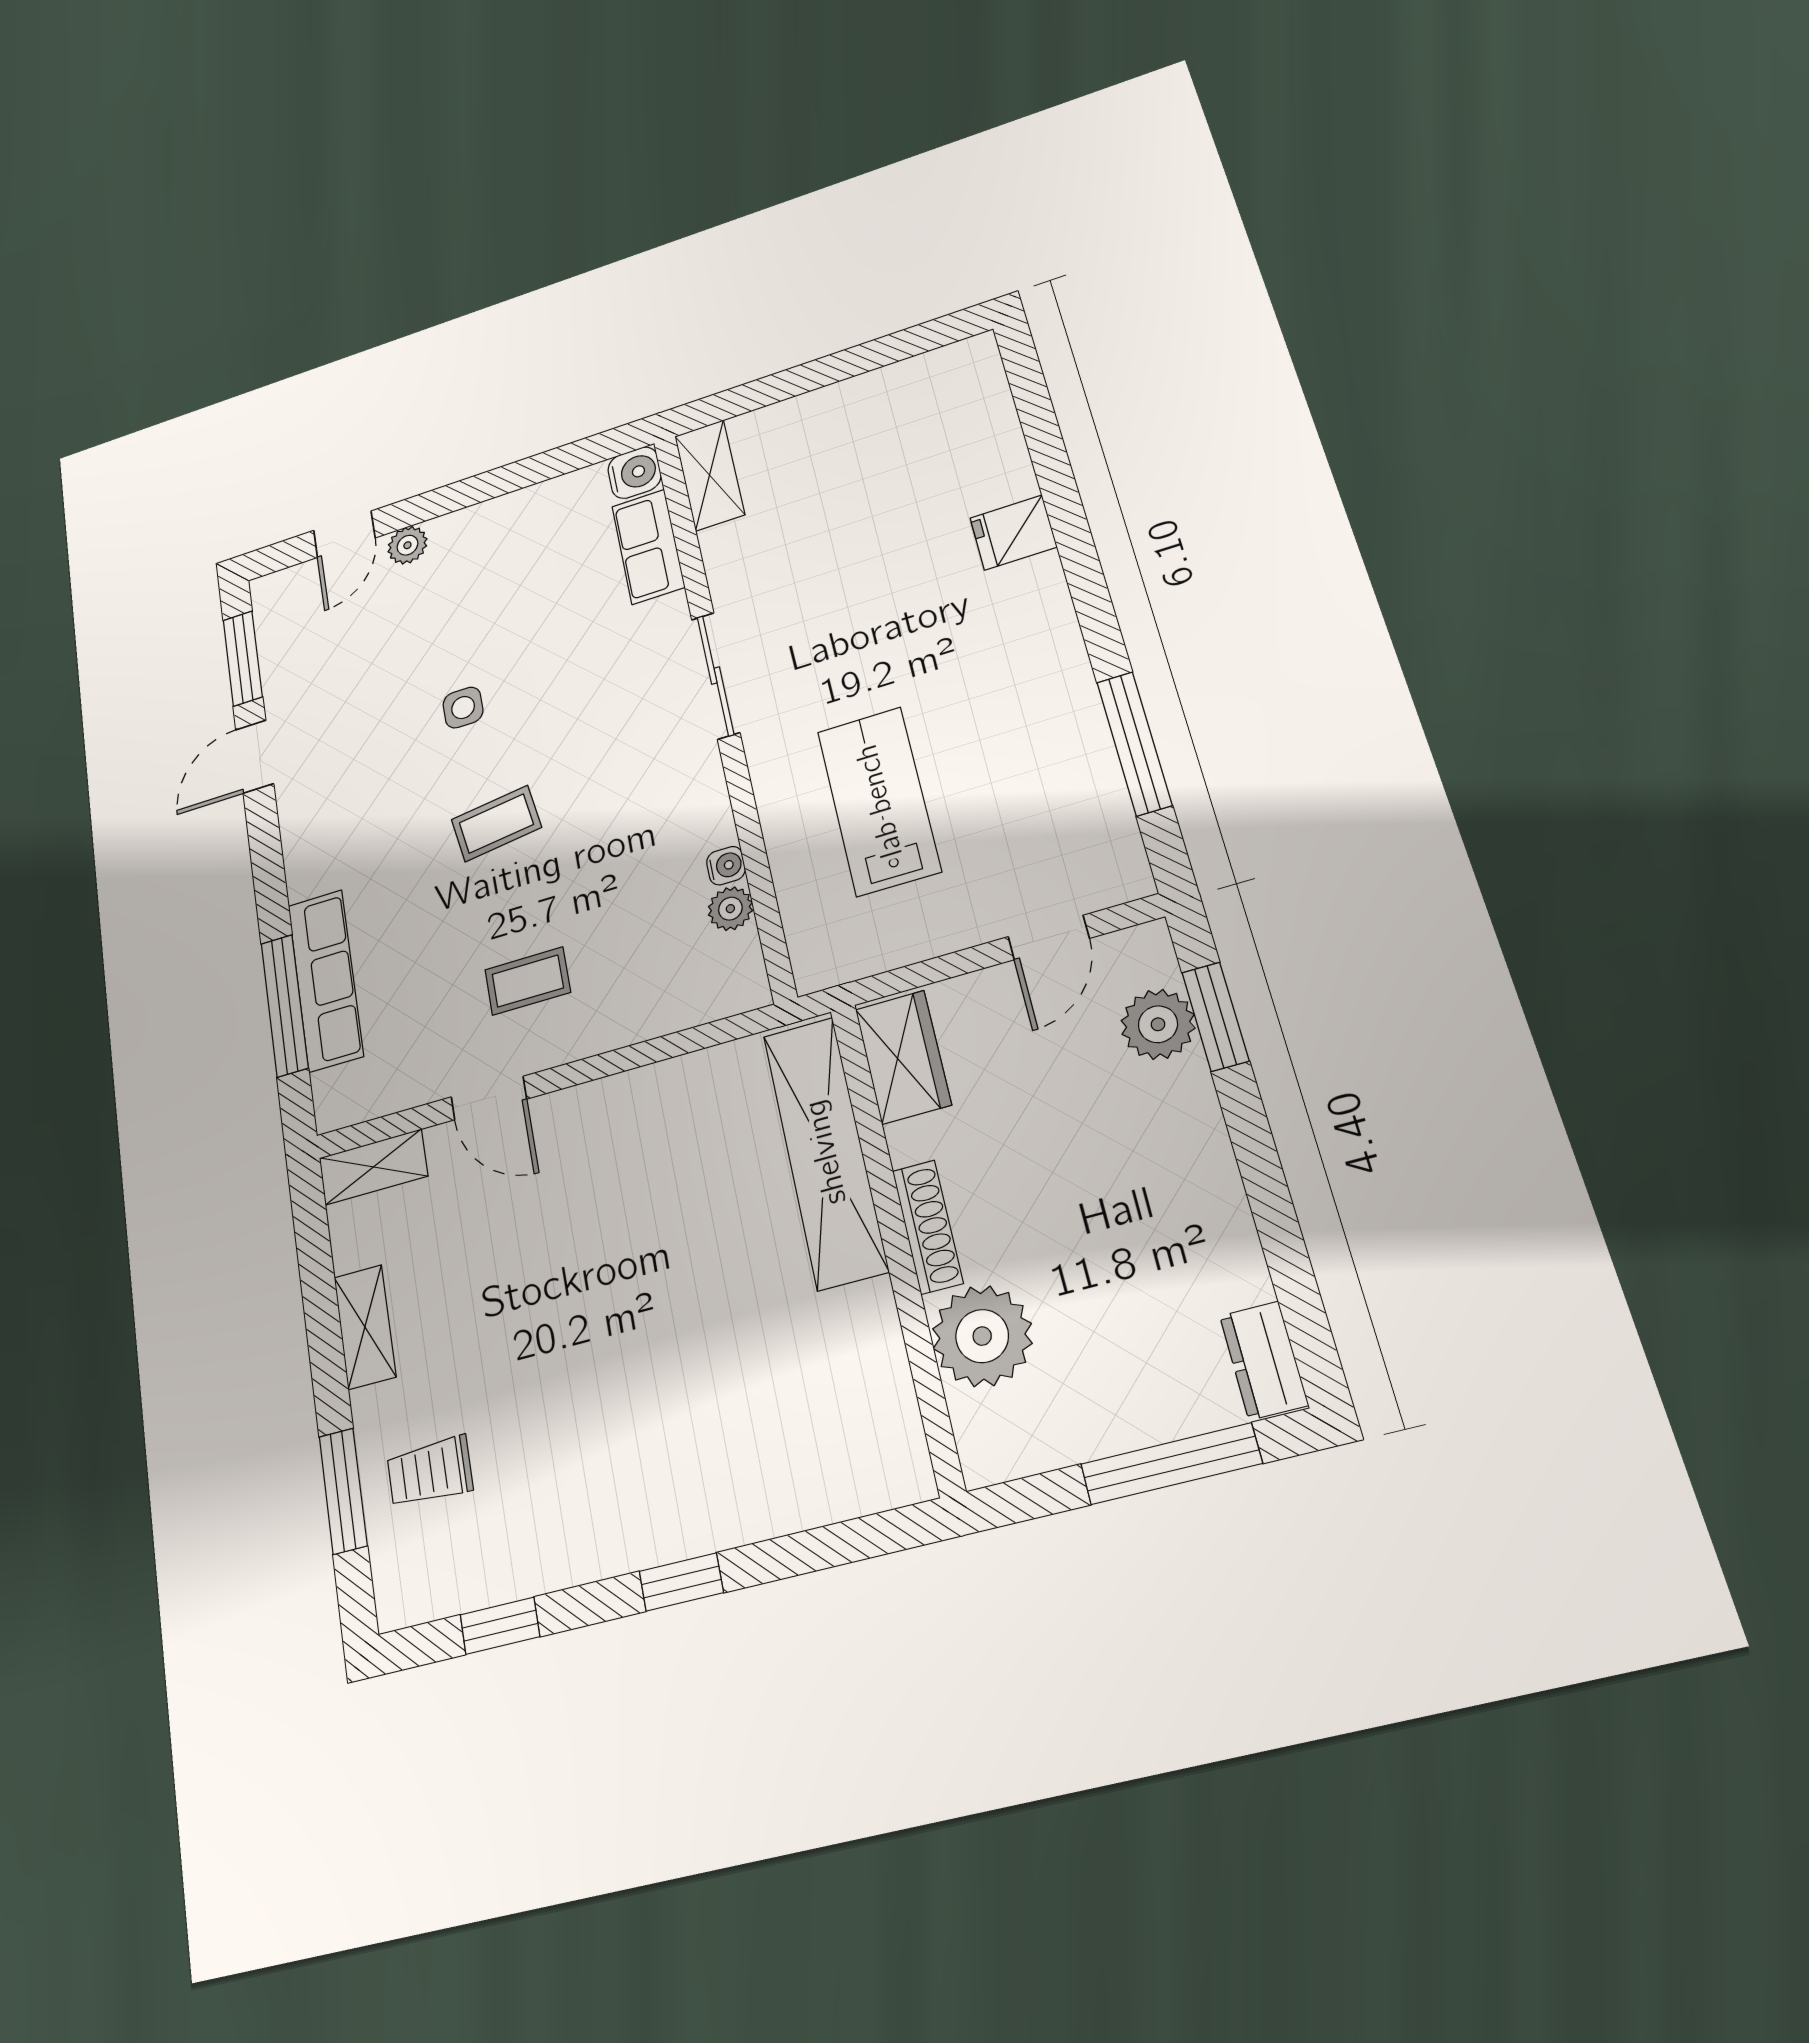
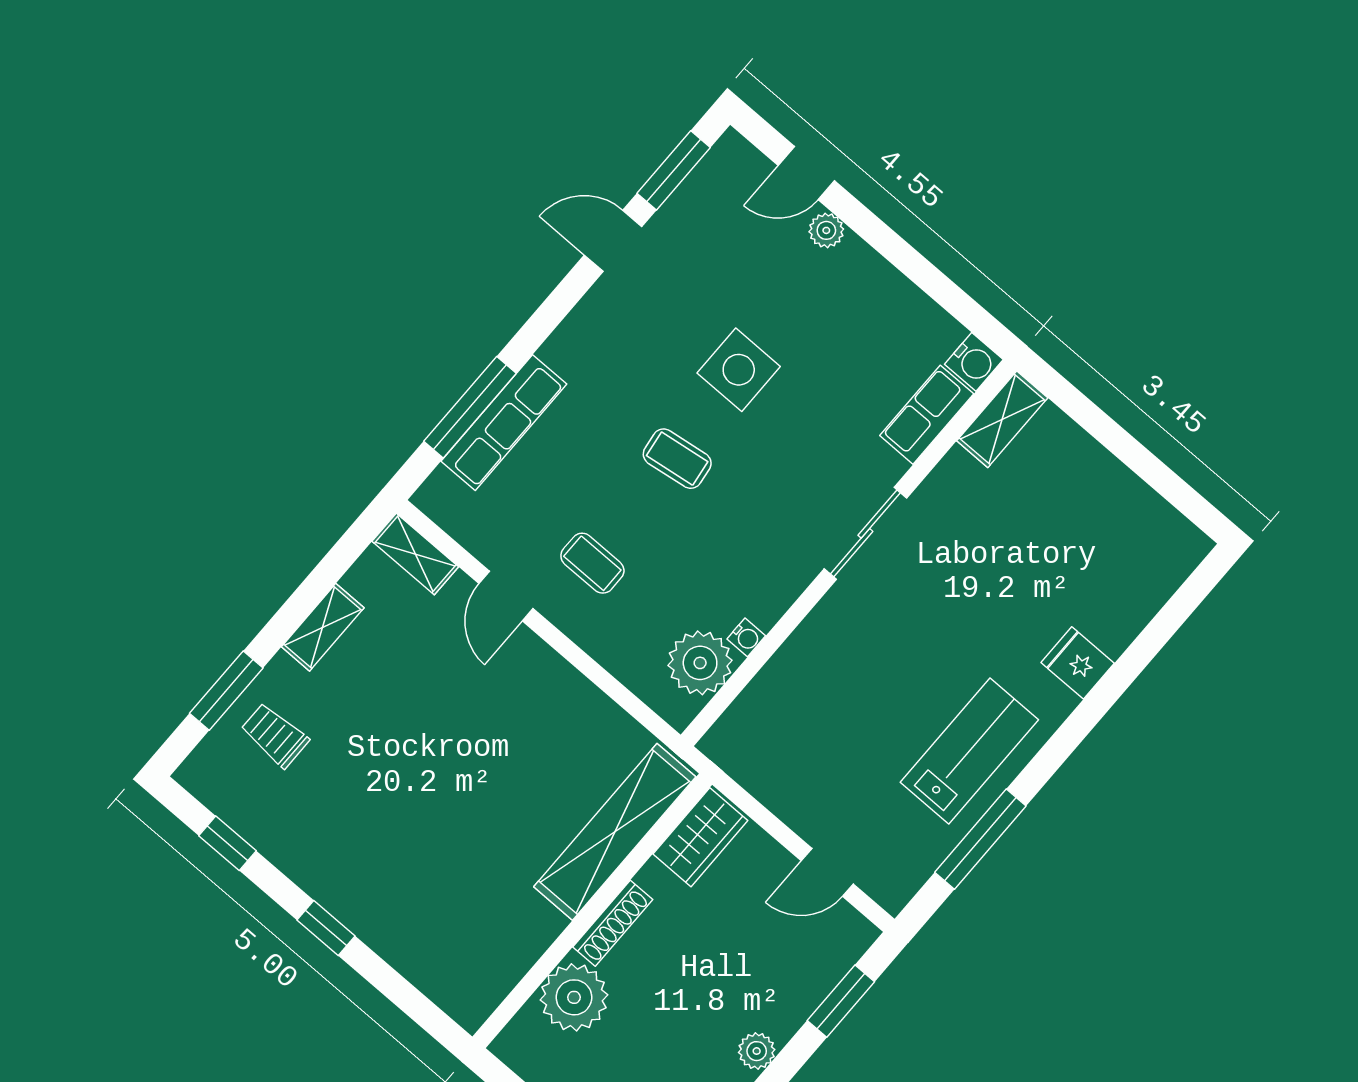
side table: (463, 708) -> (739, 370), width x1.87, depth x1.87
lab bench: (879, 801) -> (969, 751), moved
plant: (730, 909) -> (700, 663), width x1.88, depth x1.88
plant: (1158, 1024) -> (757, 1051), moved, width x0.73, depth x0.73

